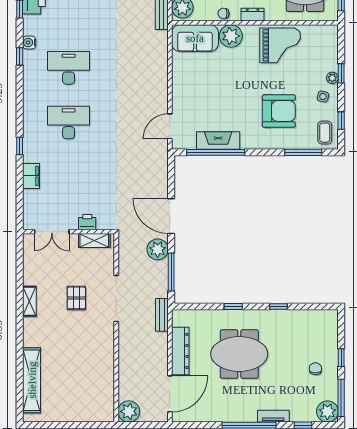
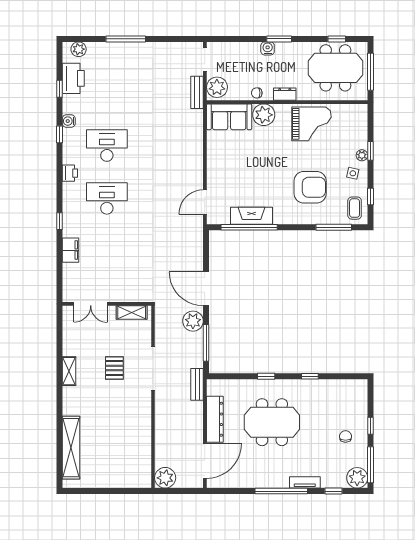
printer: (87, 222) -> (70, 173), moved, turned 90

